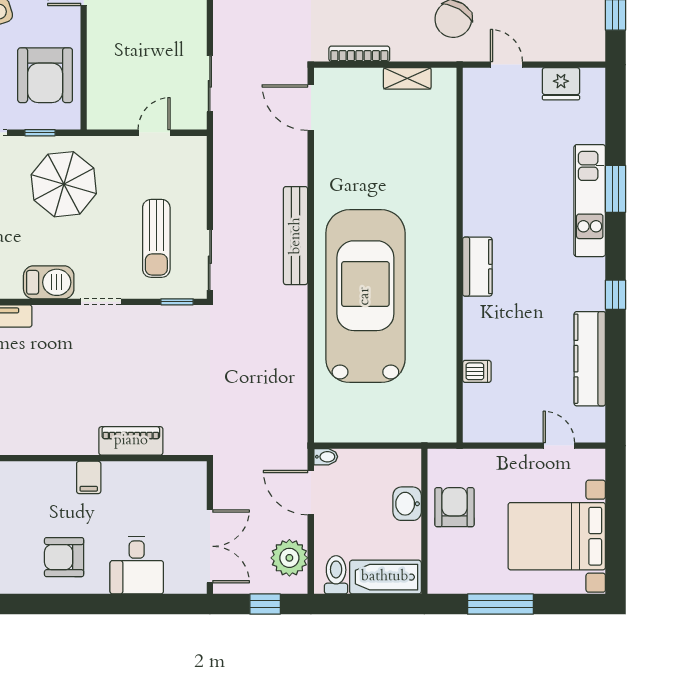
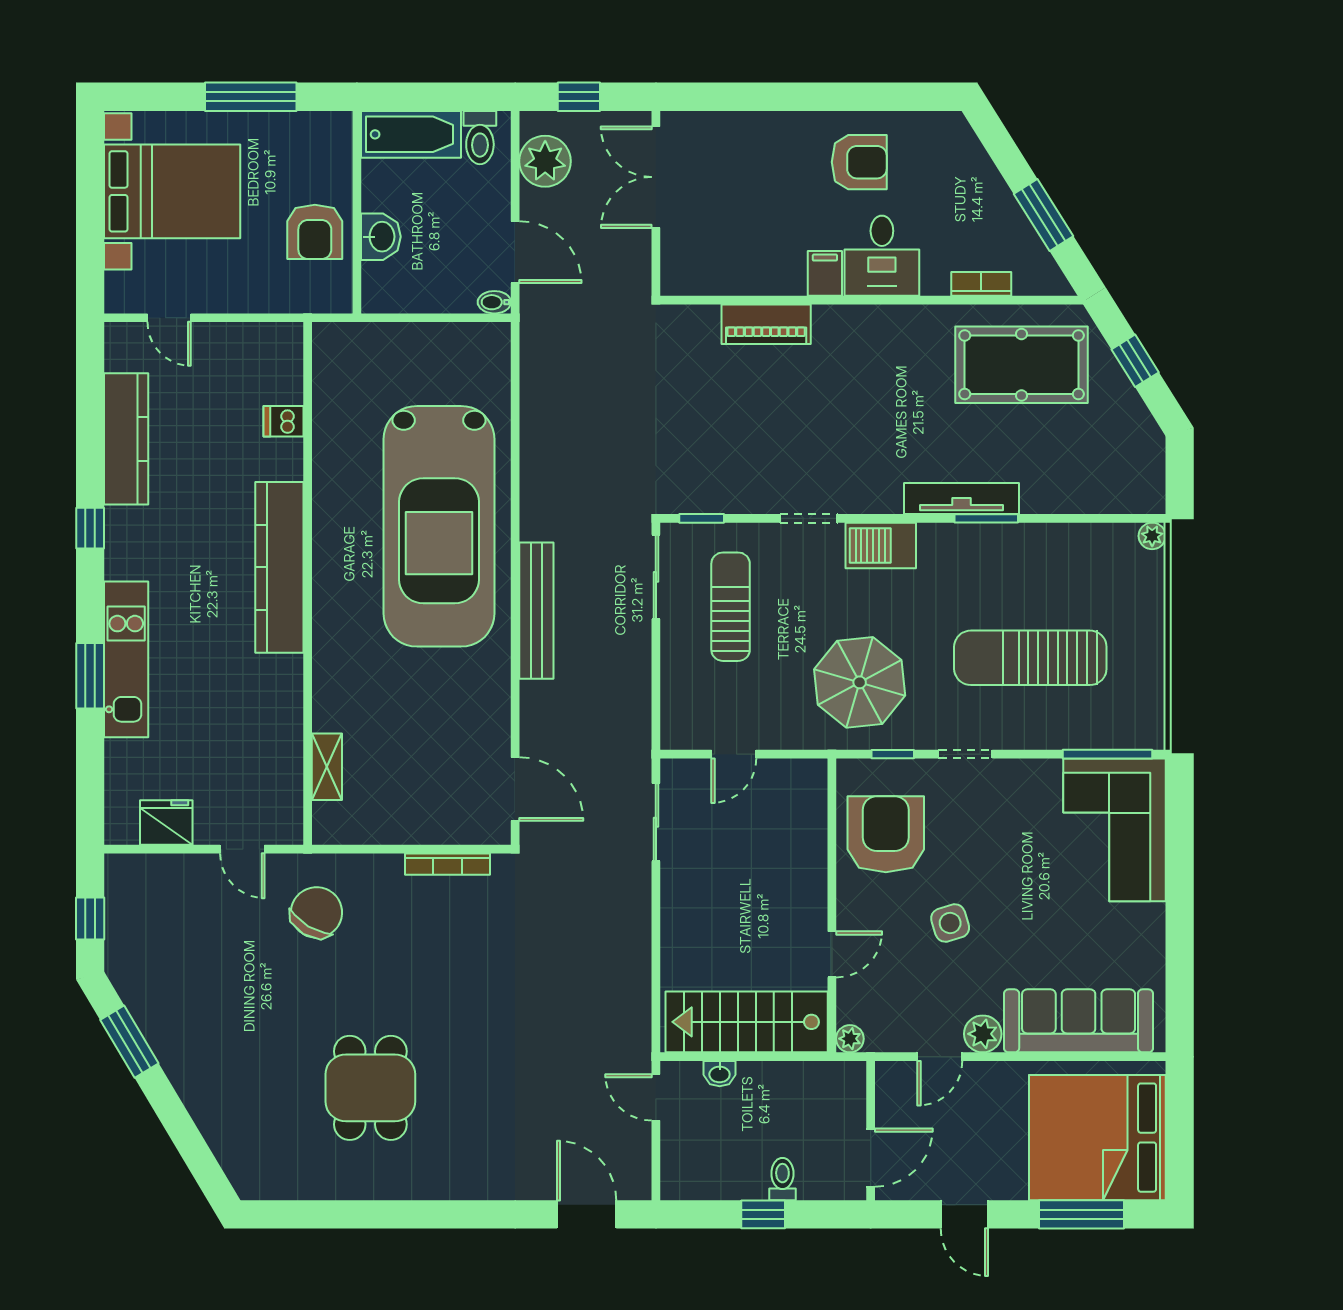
shelving: (407, 78) -> (327, 767), moved, turned 90
kitchen counter: (477, 267) -> (279, 567), width x2.08, depth x1.17
desk: (137, 565) -> (882, 256), moved, turned 180

